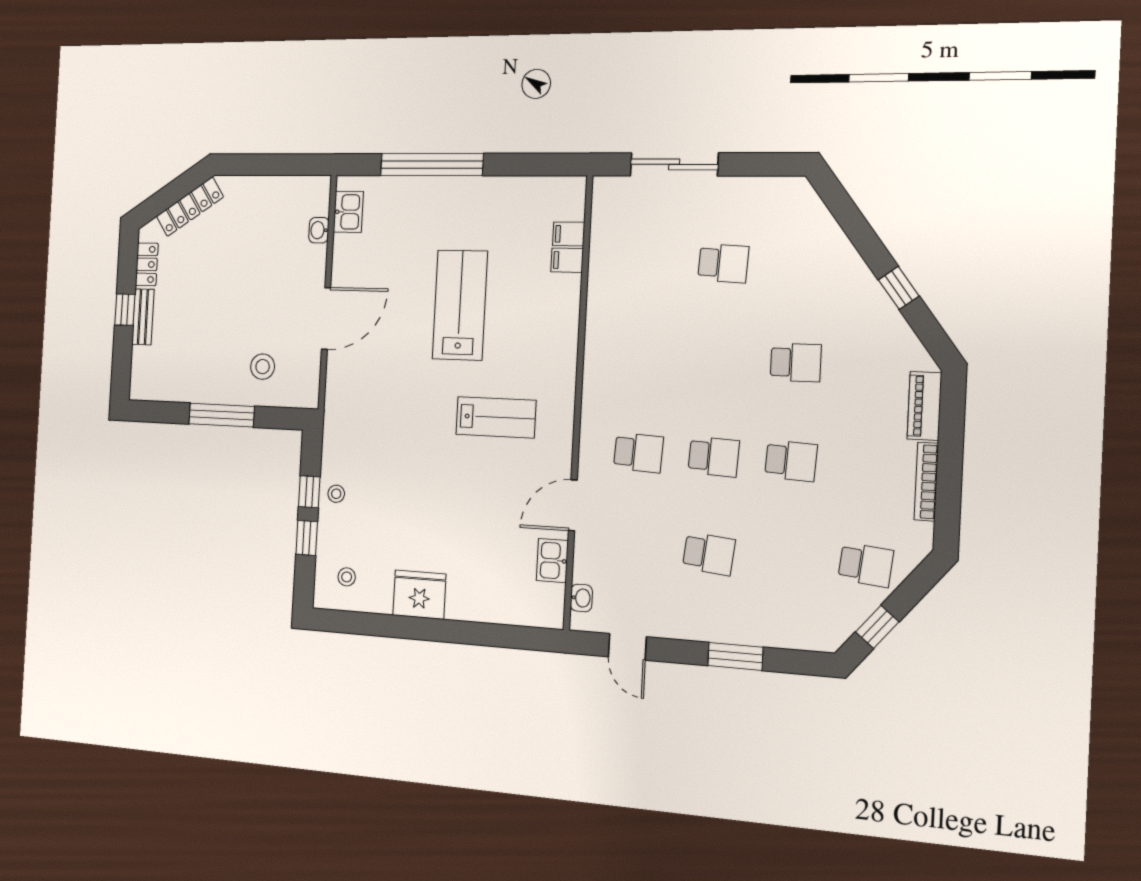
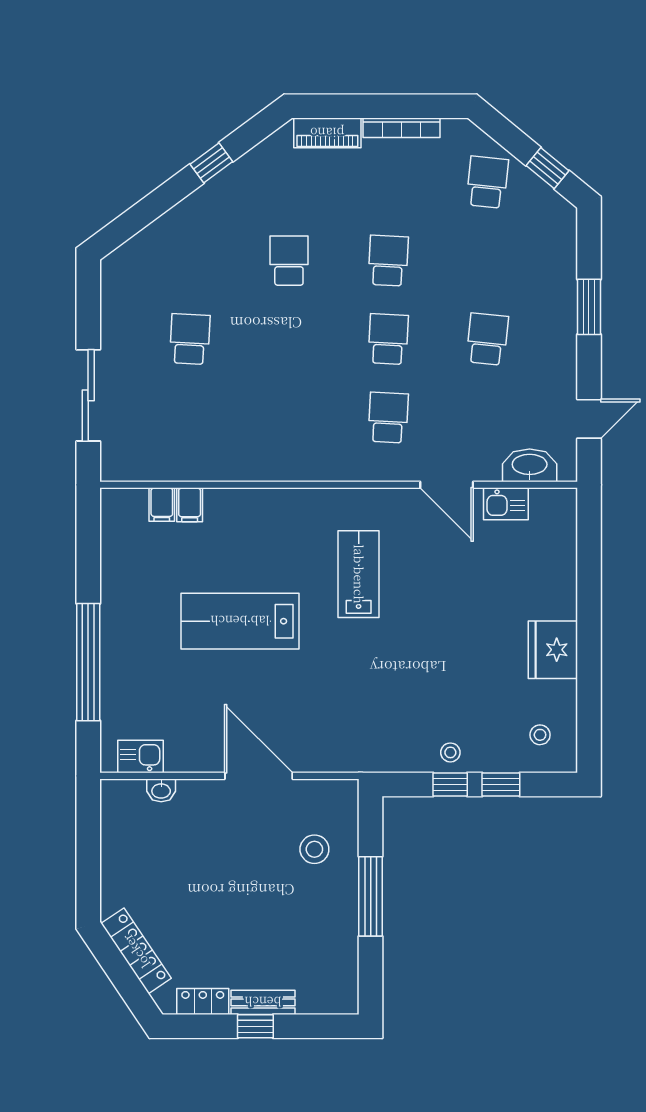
washbasin: (581, 598) -> (530, 465), width x1.91, depth x1.45

